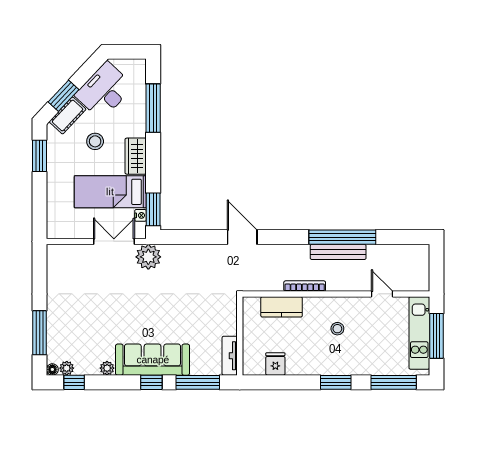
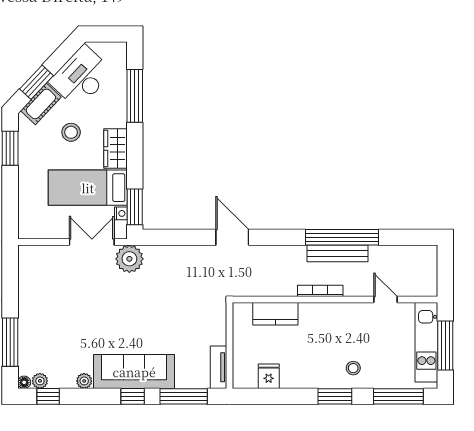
bookcase: (305, 286) -> (320, 291), moved
stool: (337, 329) -> (353, 368), moved

